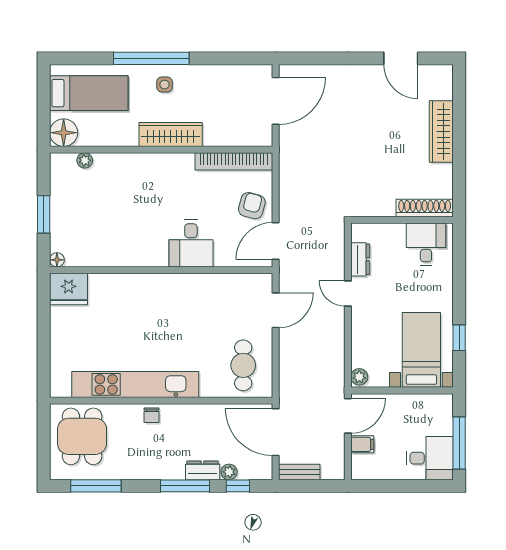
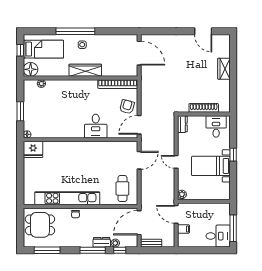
window: (44, 95) -> (20, 50), added
door: (276, 101) -> (139, 53), hinge flipped
wardrobe: (441, 132) -> (224, 69), width x0.67
shoe rack: (425, 208) -> (204, 108), moved
dresser: (360, 259) -> (182, 124), moved
door: (348, 293) -> (176, 162), moved
window: (459, 338) -> (233, 155), moved
bed with nightstands: (421, 350) -> (211, 166), moved, turned -90
door: (348, 416) -> (176, 214), swing flipped
door: (276, 432) -> (139, 223), hinge flipped
dining table: (82, 436) -> (40, 225), turned 90

